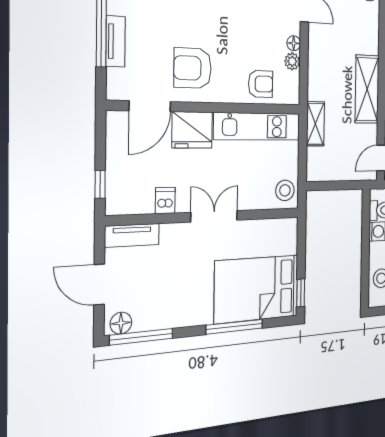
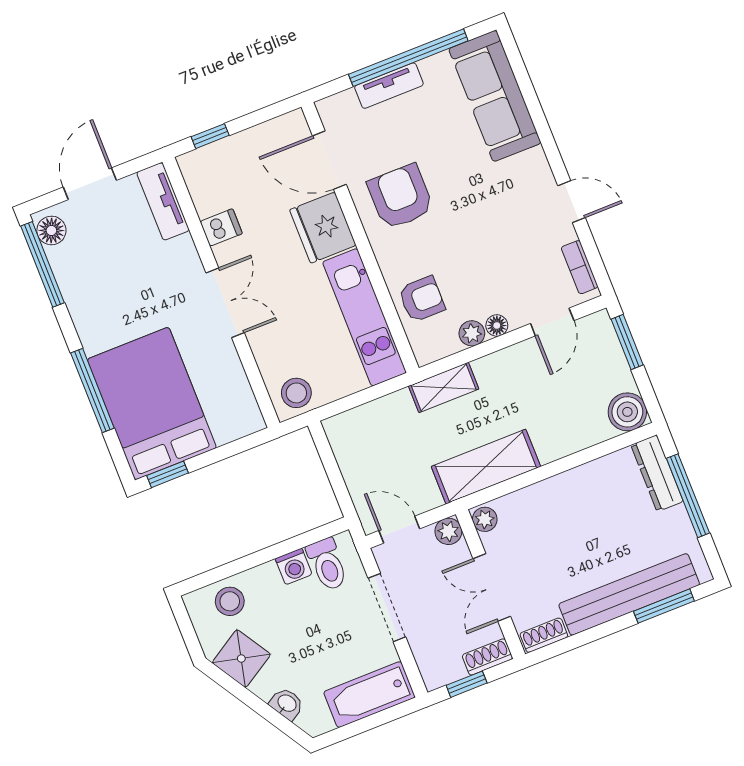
armchair: (261, 84) -> (422, 299), turned -90
shelving: (315, 124) -> (444, 387), moved

